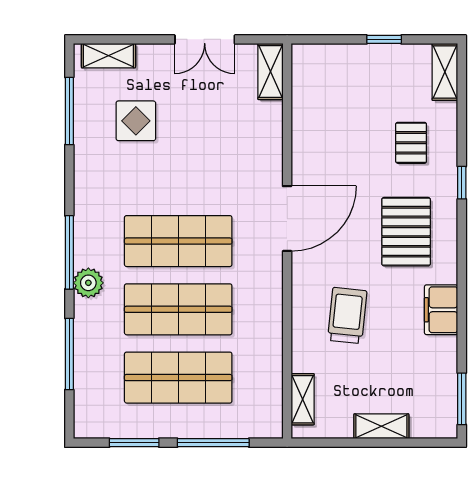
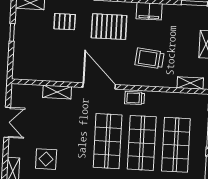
shelving: (270, 72) -> (57, 92), moved
trolley: (267, 290) -> (135, 98), added

